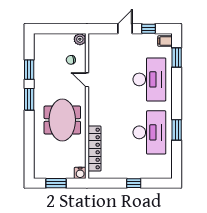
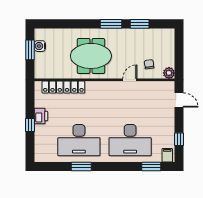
door: (125, 29) -> (179, 100), moved
printer: (124, 172) -> (41, 116), added
water cooler: (80, 173) -> (40, 46), moved

